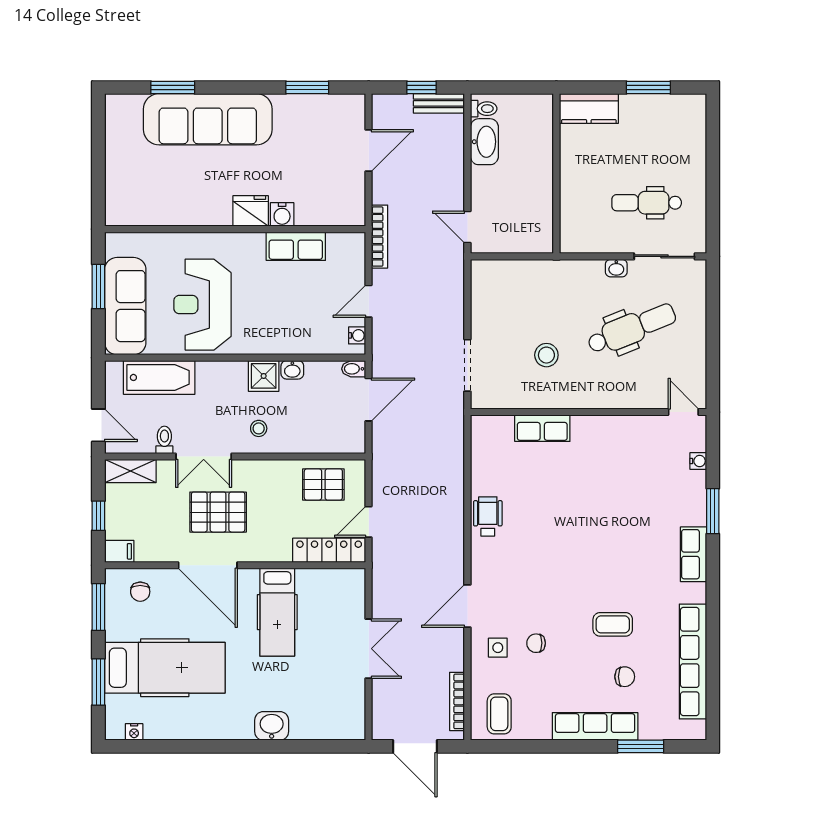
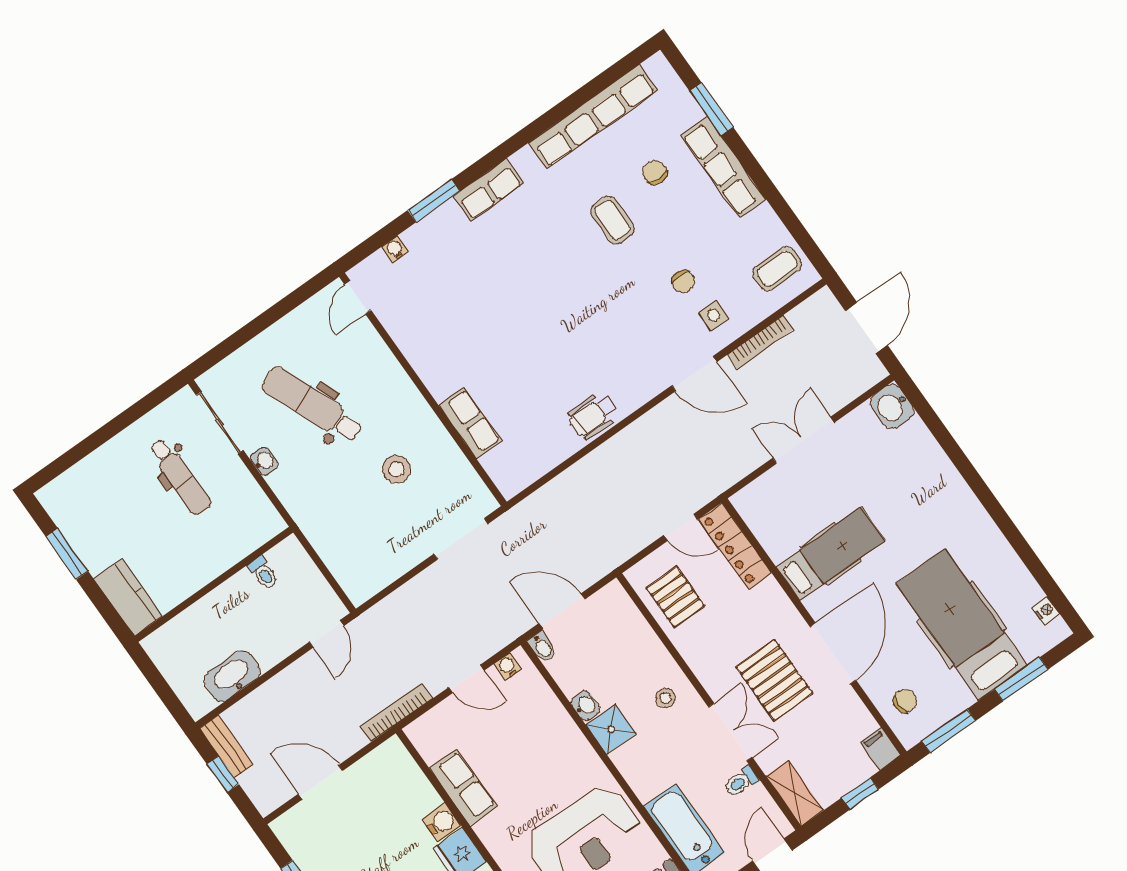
toilet: (484, 109) -> (263, 573), moved, turned 180
bookcase: (457, 701) -> (760, 342), moved
washbasin: (272, 726) -> (892, 406), moved

